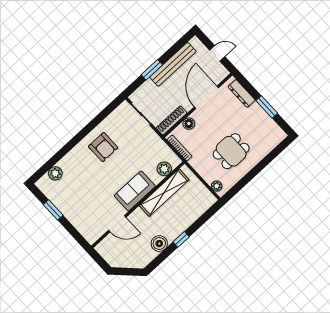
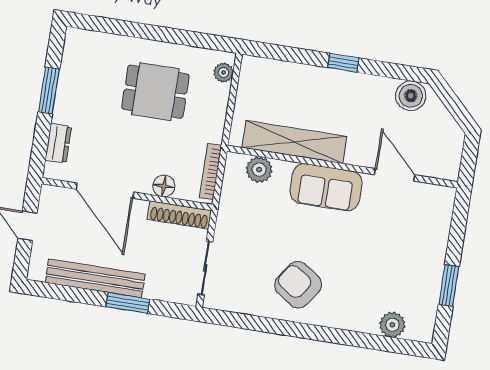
dresser: (242, 93) -> (58, 143), width x0.70
door: (206, 97) -> (105, 191), hinge flipped
armchair: (103, 147) -> (298, 285), turned -56
boiler: (159, 244) -> (411, 96), moved

